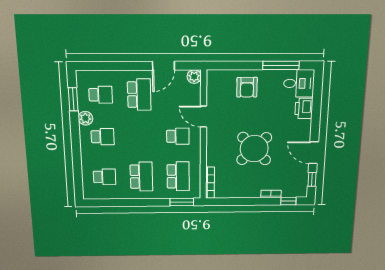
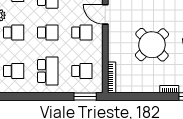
school desk: (140, 136) -> (48, 33), added
school desk: (178, 176) -> (82, 71), width x0.54

